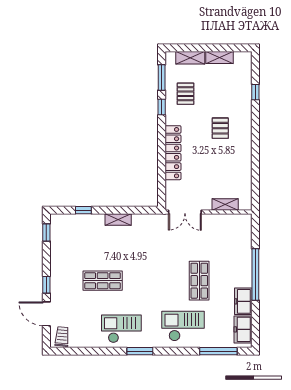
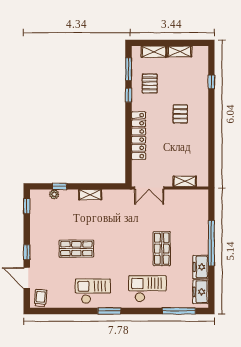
plant: (77, 219) -> (54, 194), added

